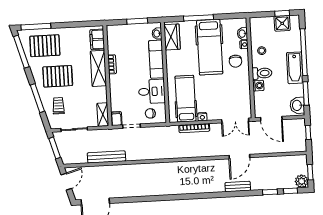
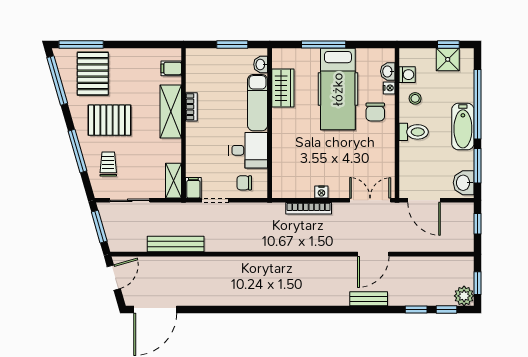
wardrobe: (172, 37) -> (283, 88), moved
filing cabinet: (97, 39) -> (171, 68), width x0.50
pallet: (45, 46) -> (93, 74), turned 90
washing machine: (258, 86) -> (407, 75), moved
hospital bed: (186, 99) -> (298, 164), removed
double door: (235, 121) -> (370, 200), swing flipped

